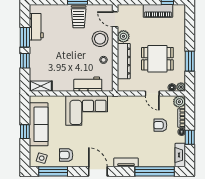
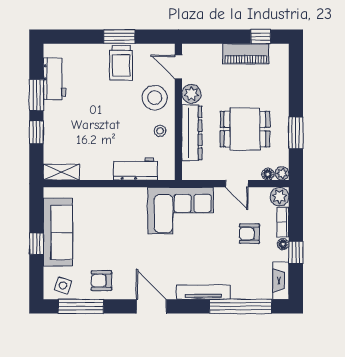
corner sofa: (87, 111) -> (180, 211), moved
tv unit: (126, 162) -> (203, 292), width x1.41

